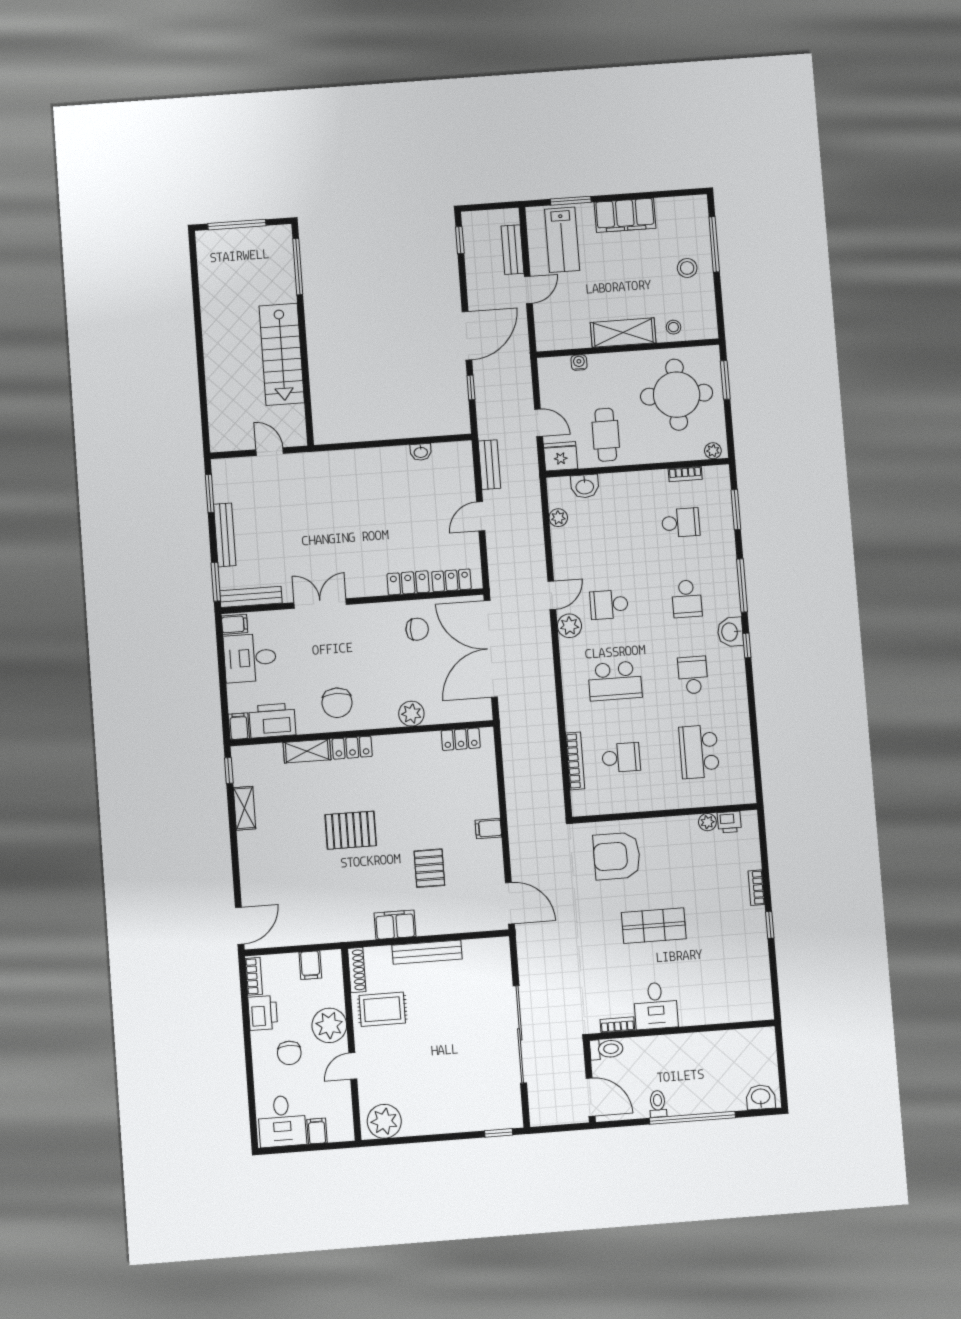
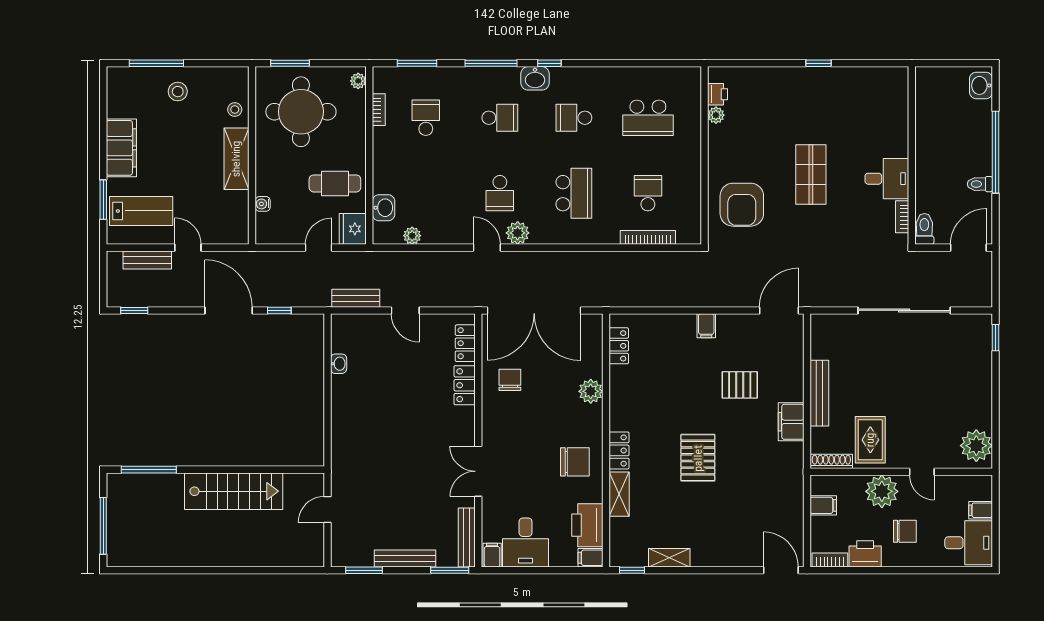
bookcase: (756, 888) -> (782, 73), removed

